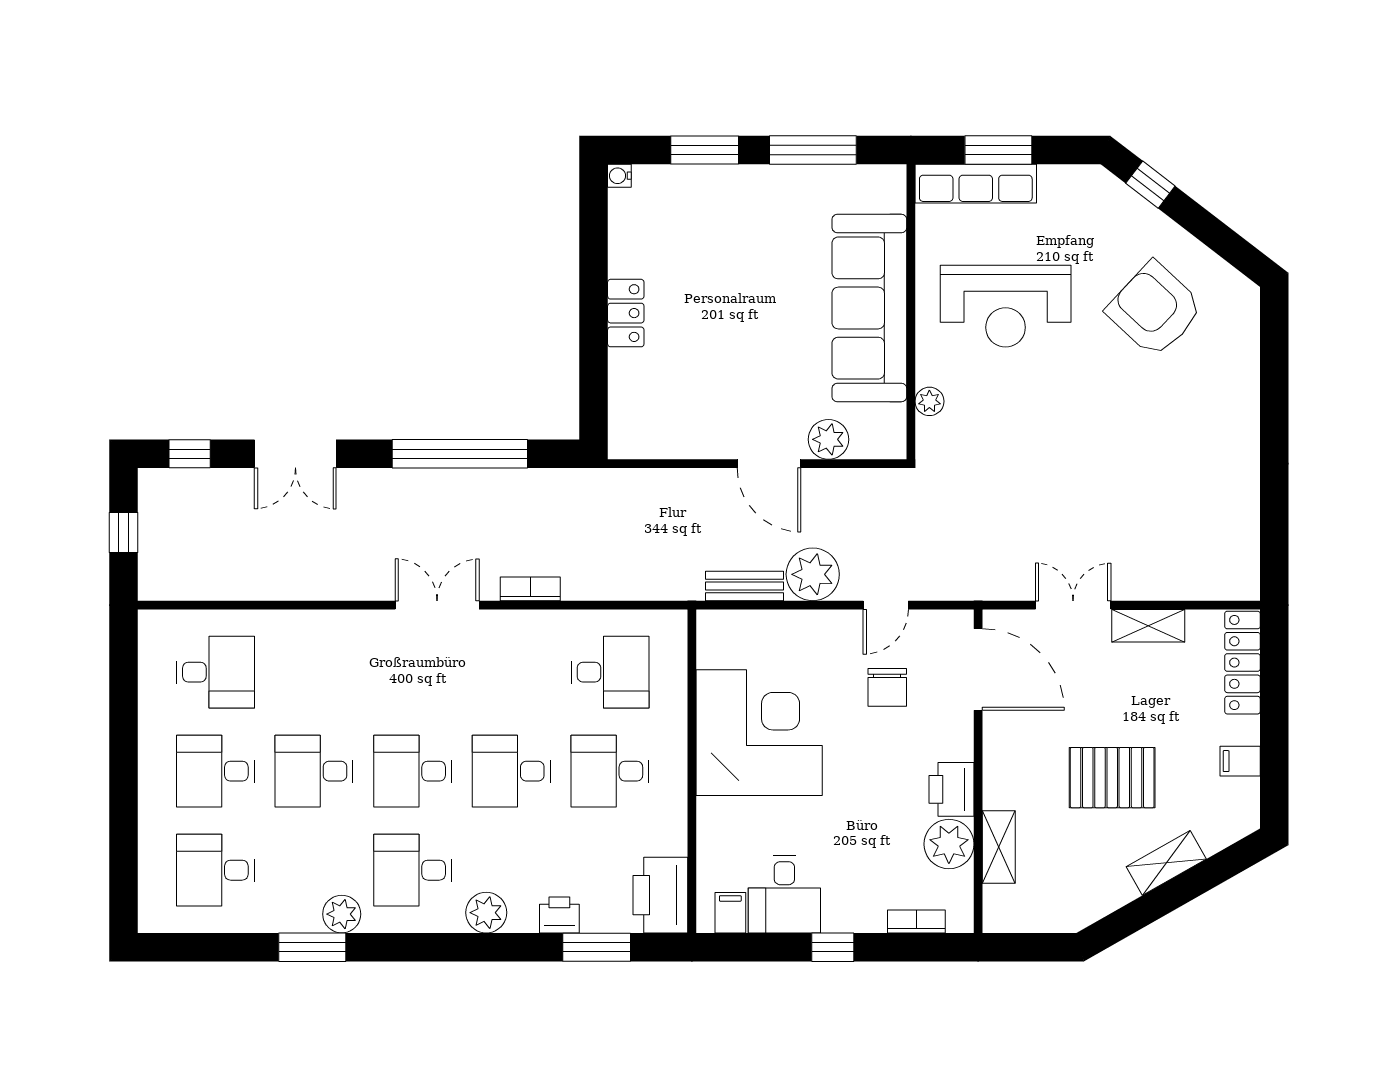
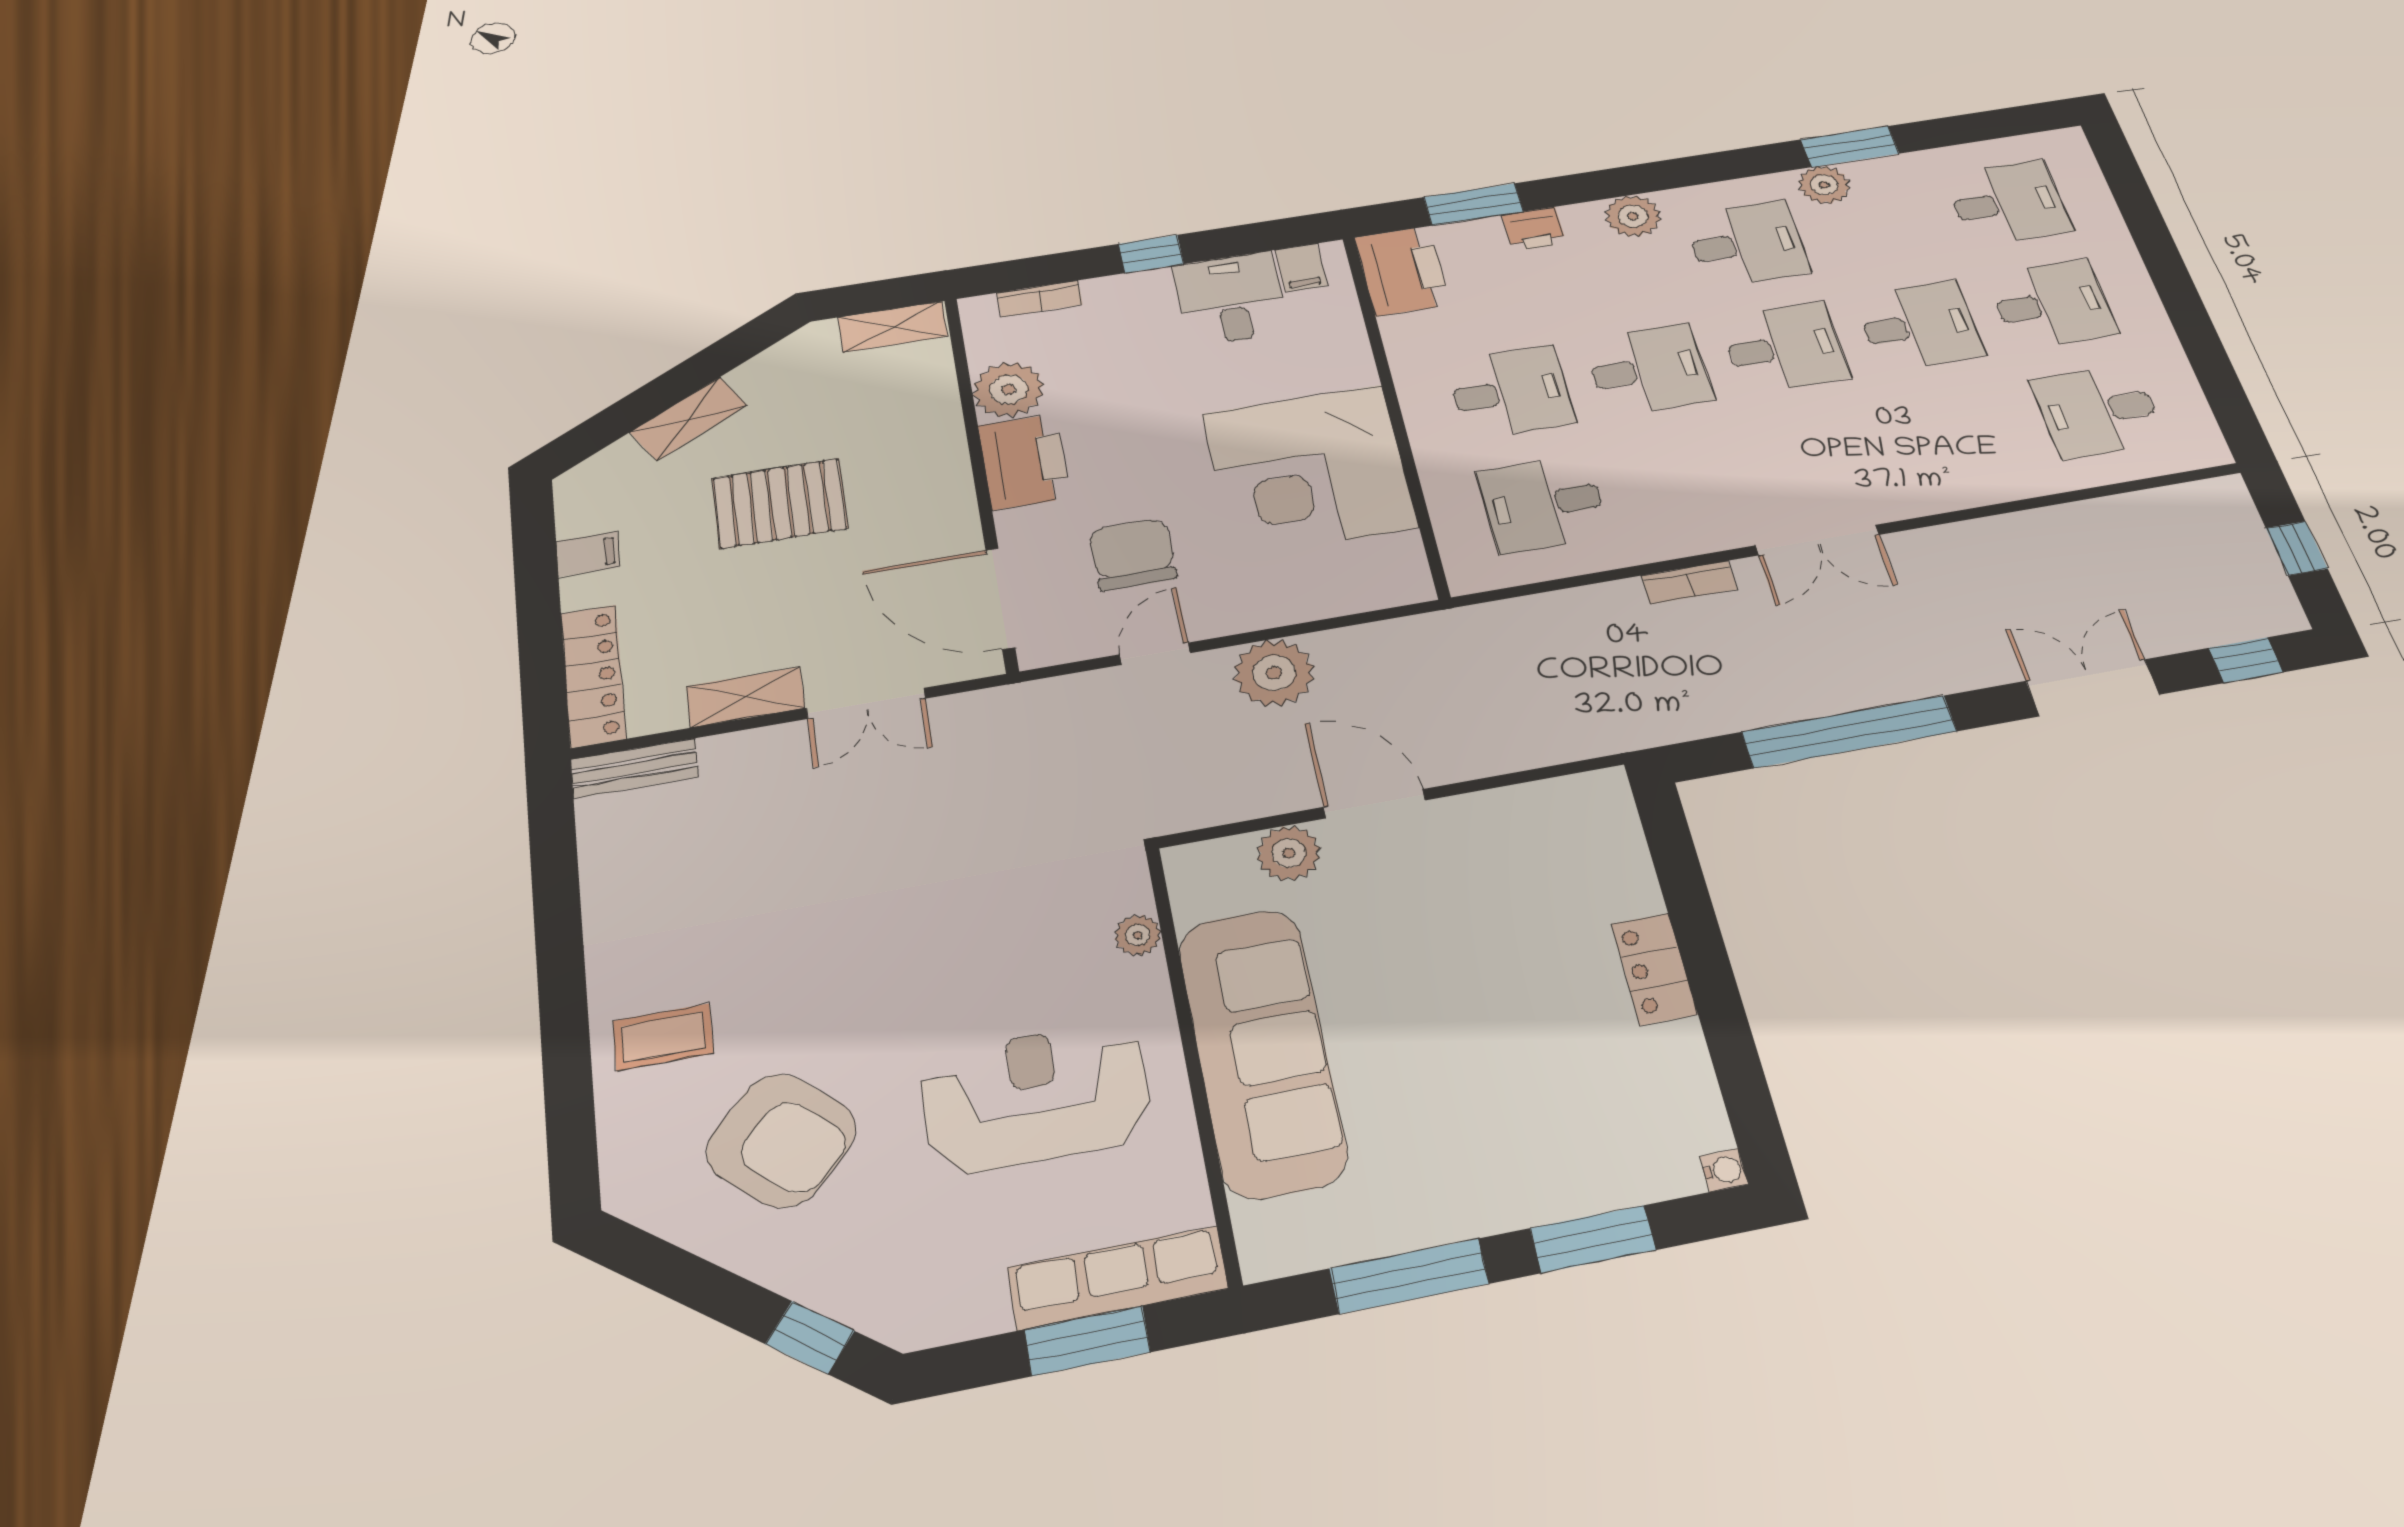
coffee table: (1217, 391) -> (663, 1037), added
bench: (745, 586) -> (635, 768), moved
chair: (887, 687) -> (1133, 554), width x1.37, depth x1.37
printer: (952, 789) -> (1024, 462), width x1.37, depth x1.19
shelving: (999, 847) -> (893, 327), moved, turned 90

